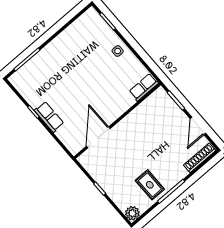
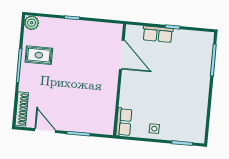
row of seats: (144, 87) -> (124, 122), moved
wall: (117, 121) -> (120, 80), moved
door: (98, 137) -> (122, 55), moved

